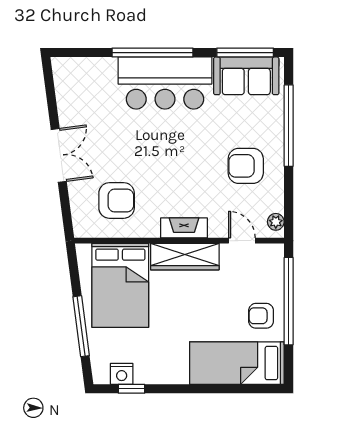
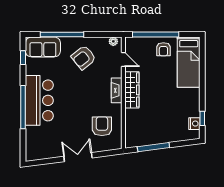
window: (245, 53) -> (23, 58), width x0.46
sofa: (246, 76) -> (43, 47), moved, turned 90
armchair: (246, 166) -> (84, 57), turned 51
door: (242, 241) -> (123, 59), swing flipped
bed: (120, 285) -> (147, 124), removed
window: (81, 326) -> (153, 147), moved

